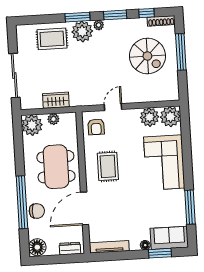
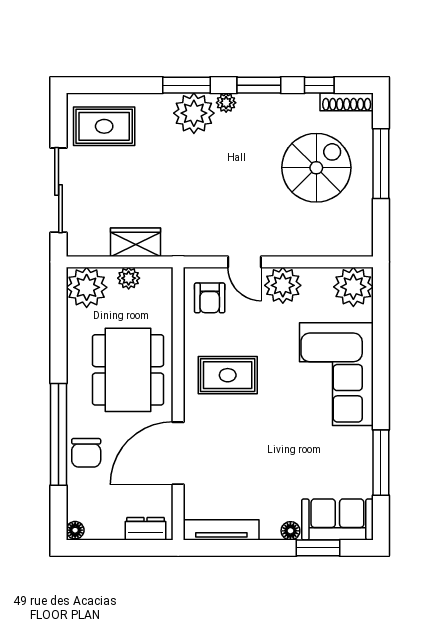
rug: (52, 39) -> (104, 126), moved
spiral stairs: (147, 56) -> (316, 168), turned -90
door: (113, 107) -> (244, 262), swing flipped
plant: (149, 117) -> (283, 285), moved
rug: (108, 166) -> (228, 375), turned 90
chair: (37, 211) -> (86, 453), turned 90
floor lamp: (37, 247) -> (75, 530), width x0.53, depth x0.53

